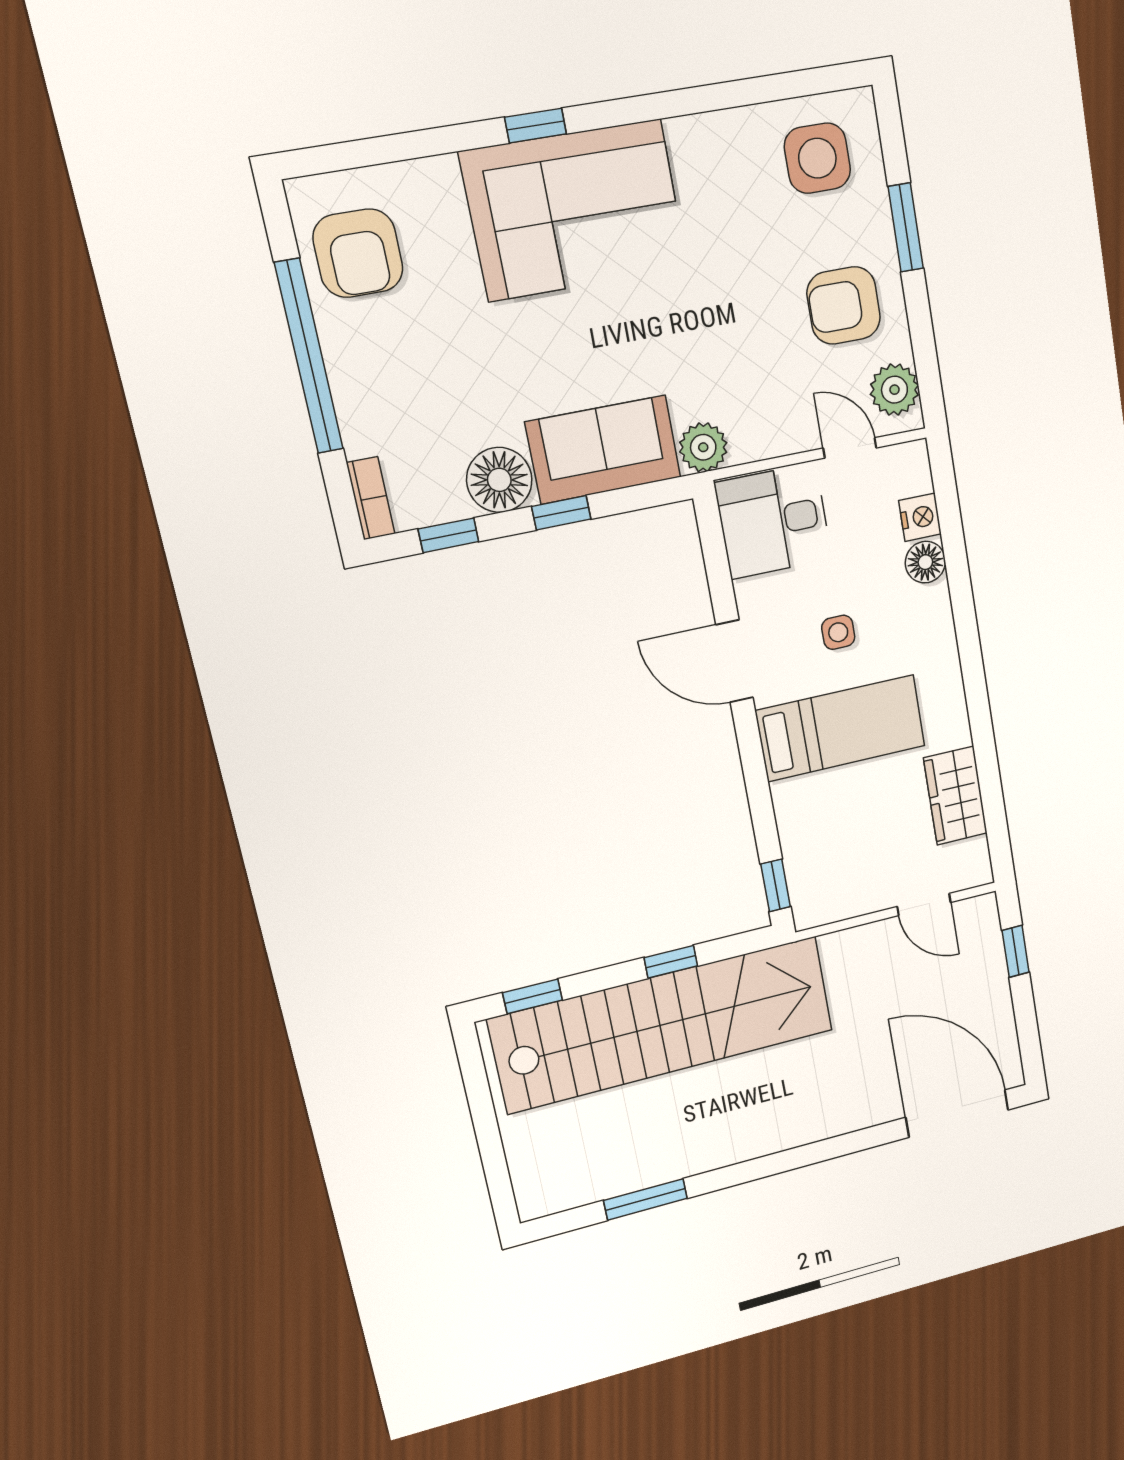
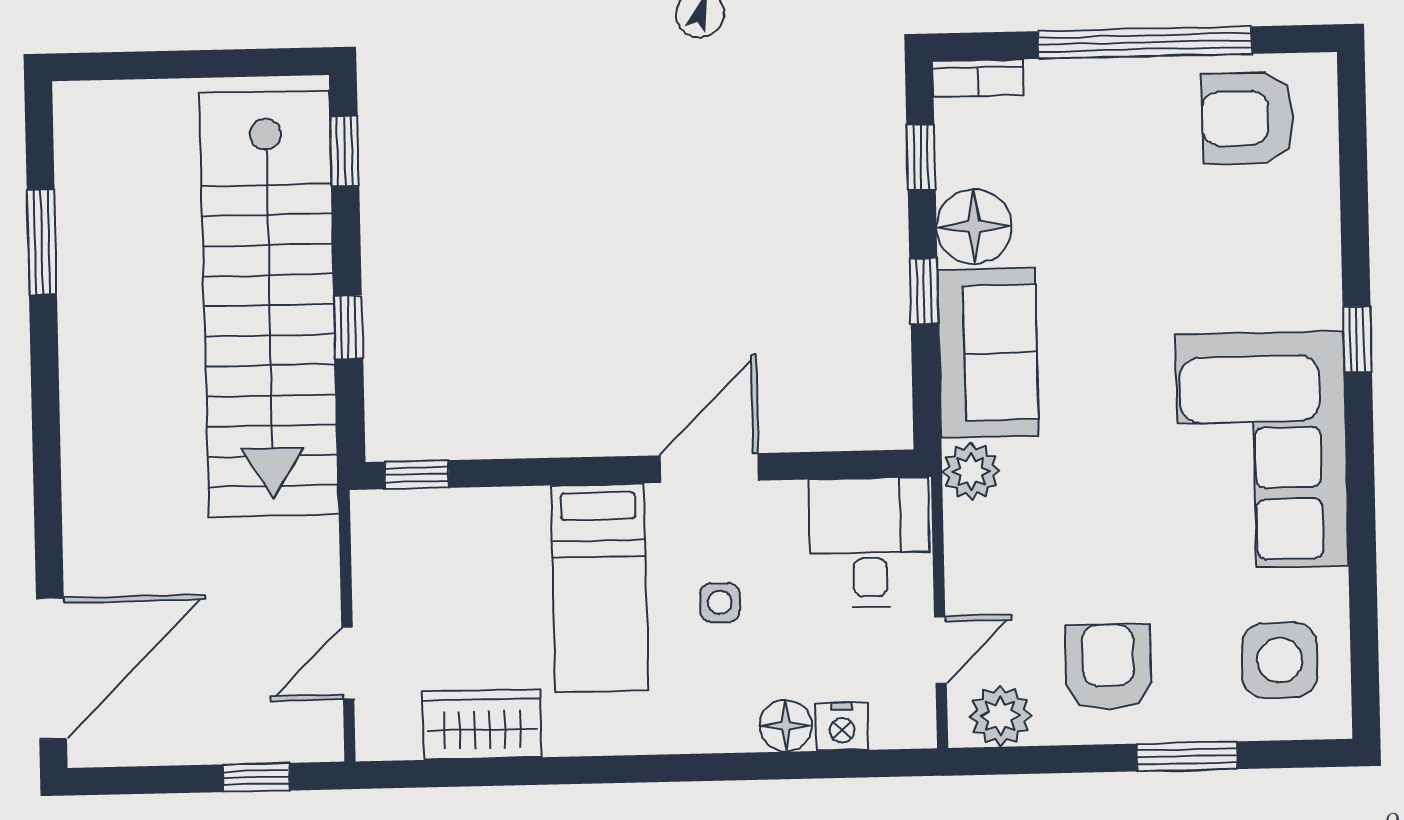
corner sofa: (575, 210) -> (1262, 450), moved

